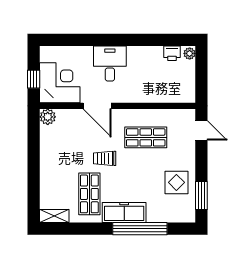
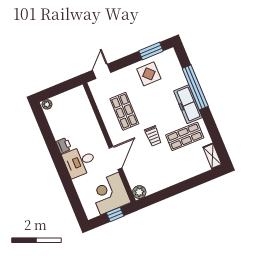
printer: (172, 53) -> (64, 145), moved

